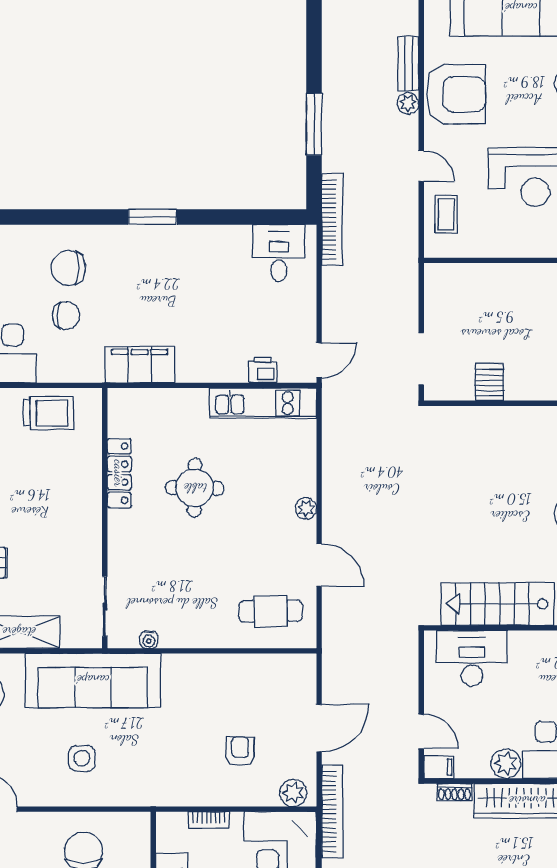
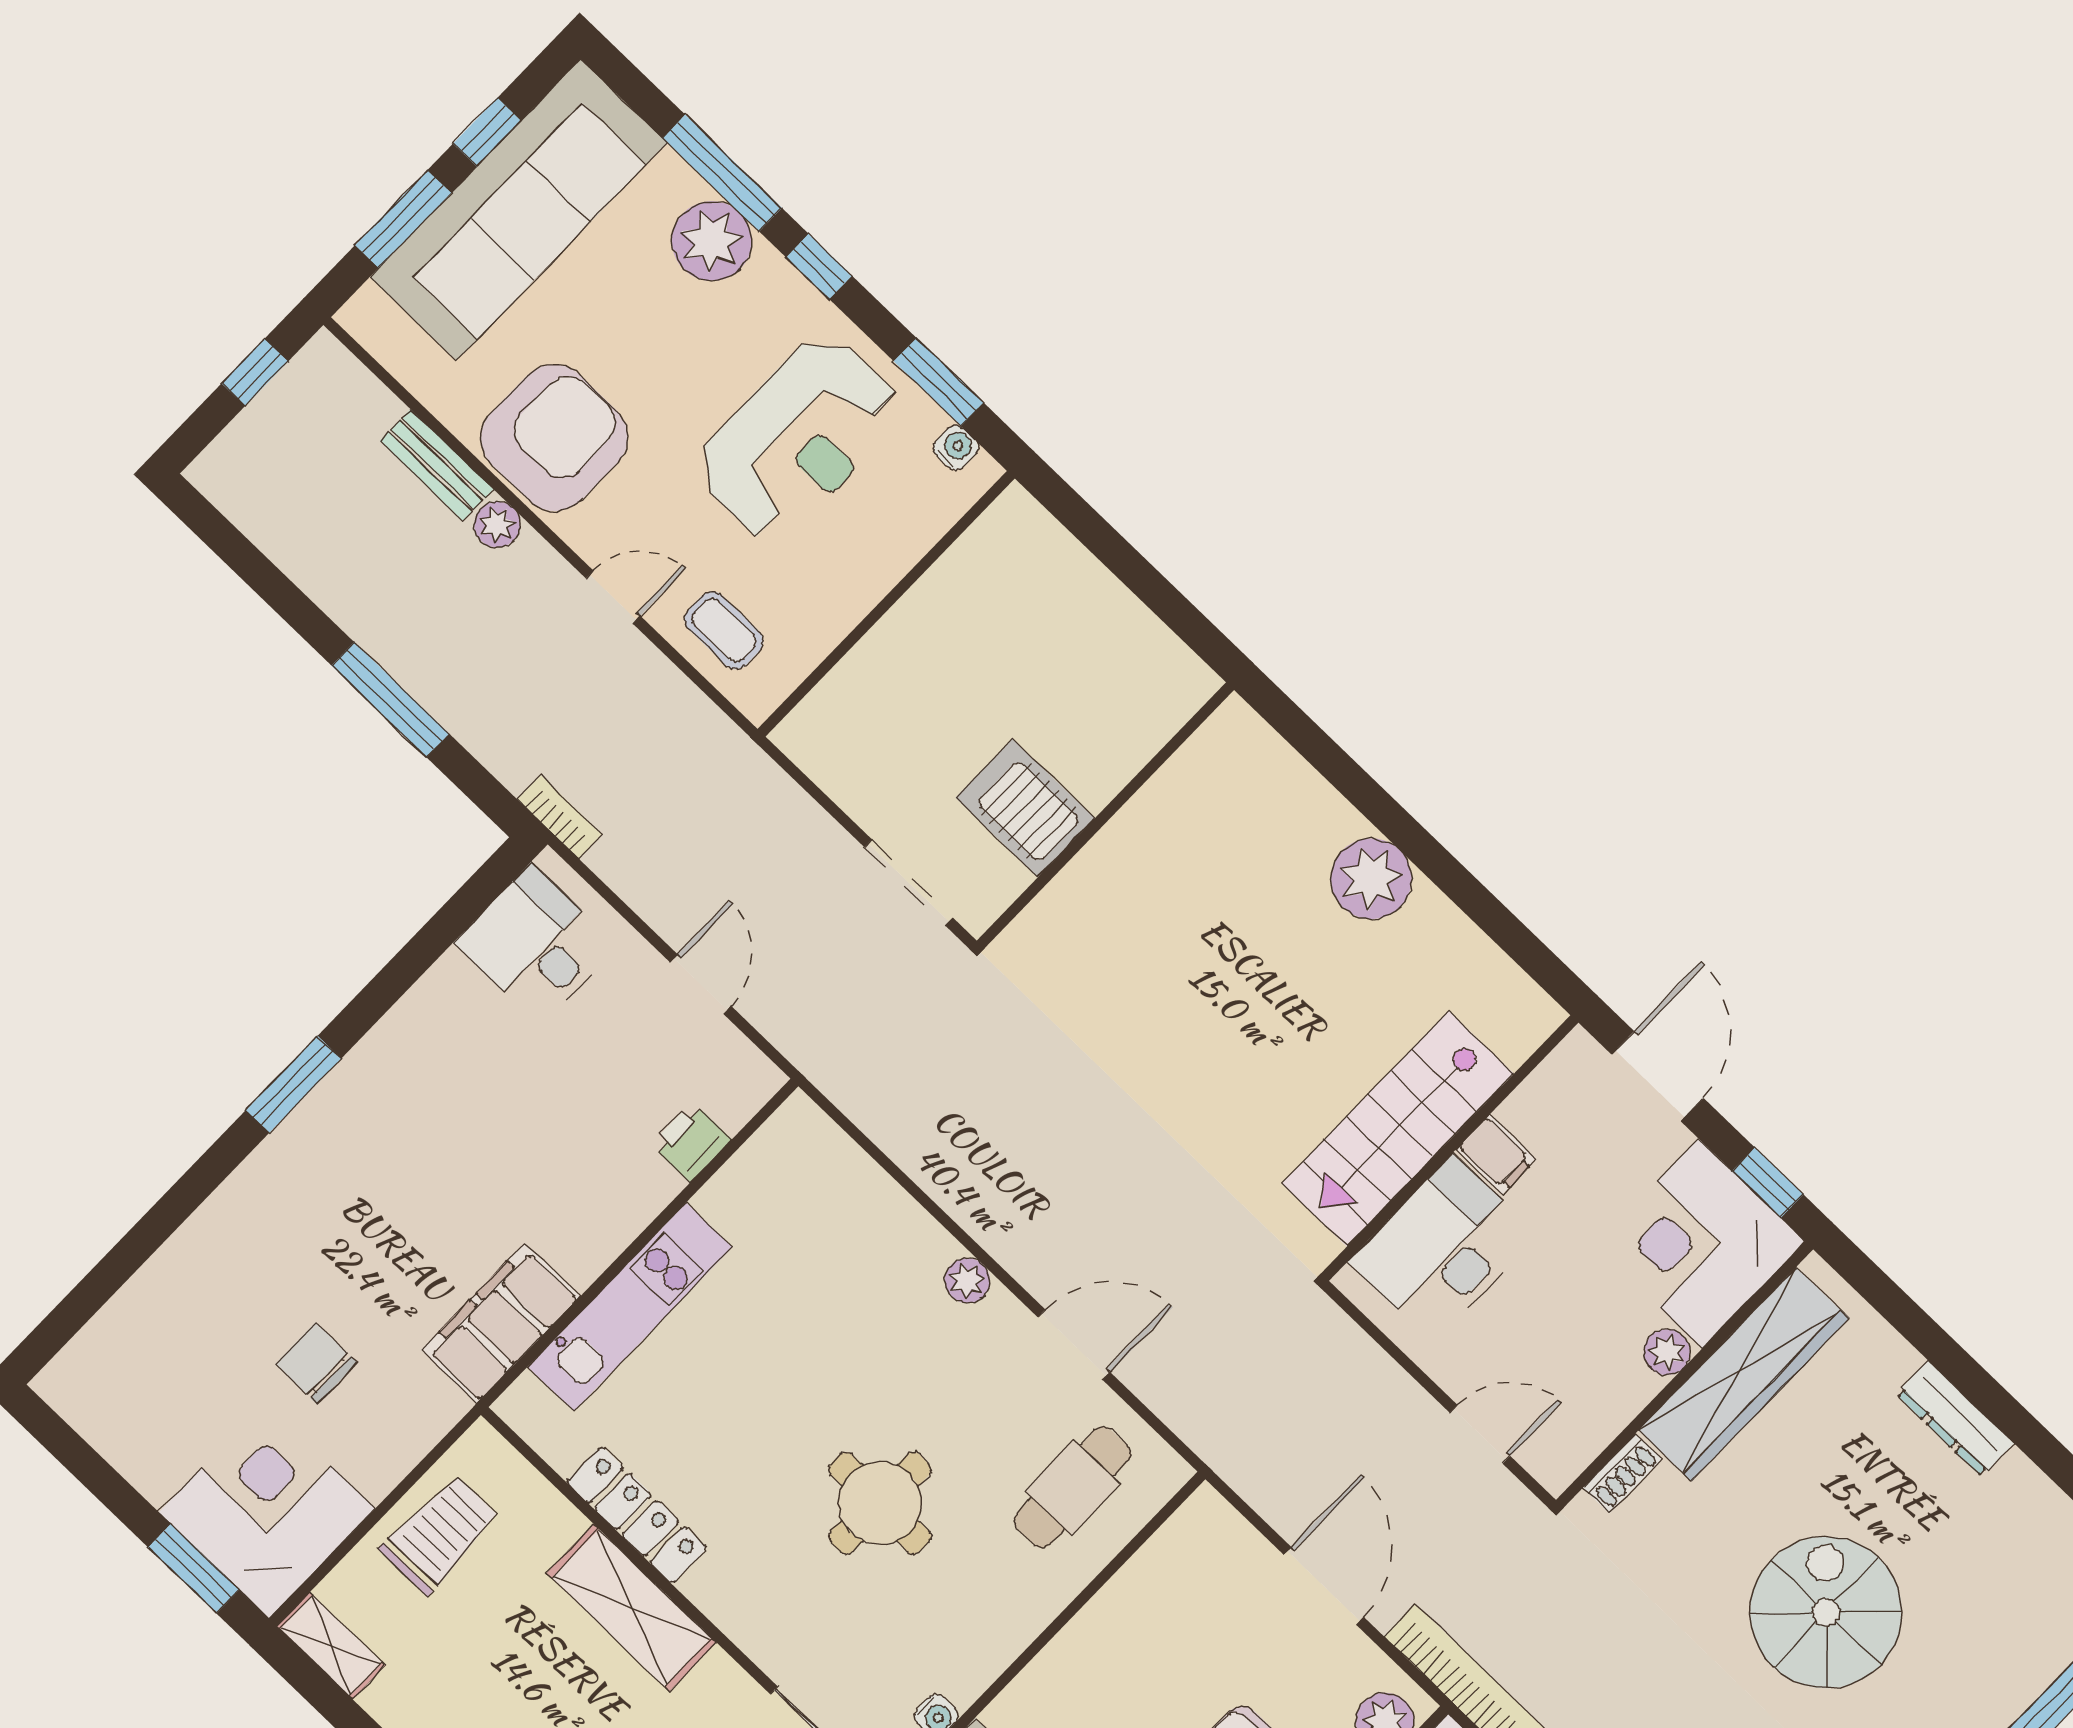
bookcase: (332, 220) -> (560, 817), width x0.43, depth x0.76
chair: (68, 268) -> (247, 1289), removed
chair: (66, 316) -> (316, 1363), turned -90
door: (319, 360) -> (701, 984), moved
server rack: (489, 382) -> (1025, 808), width x1.36, depth x1.44
kitchen unit: (263, 403) -> (630, 1307), moved
round table: (195, 488) -> (880, 1503), moved
shelving: (86, 502) -> (632, 1608), added
plant: (506, 764) -> (1667, 1352), width x0.73, depth x0.73
filing cabinet: (439, 767) -> (1496, 1154), moved, turned 90

